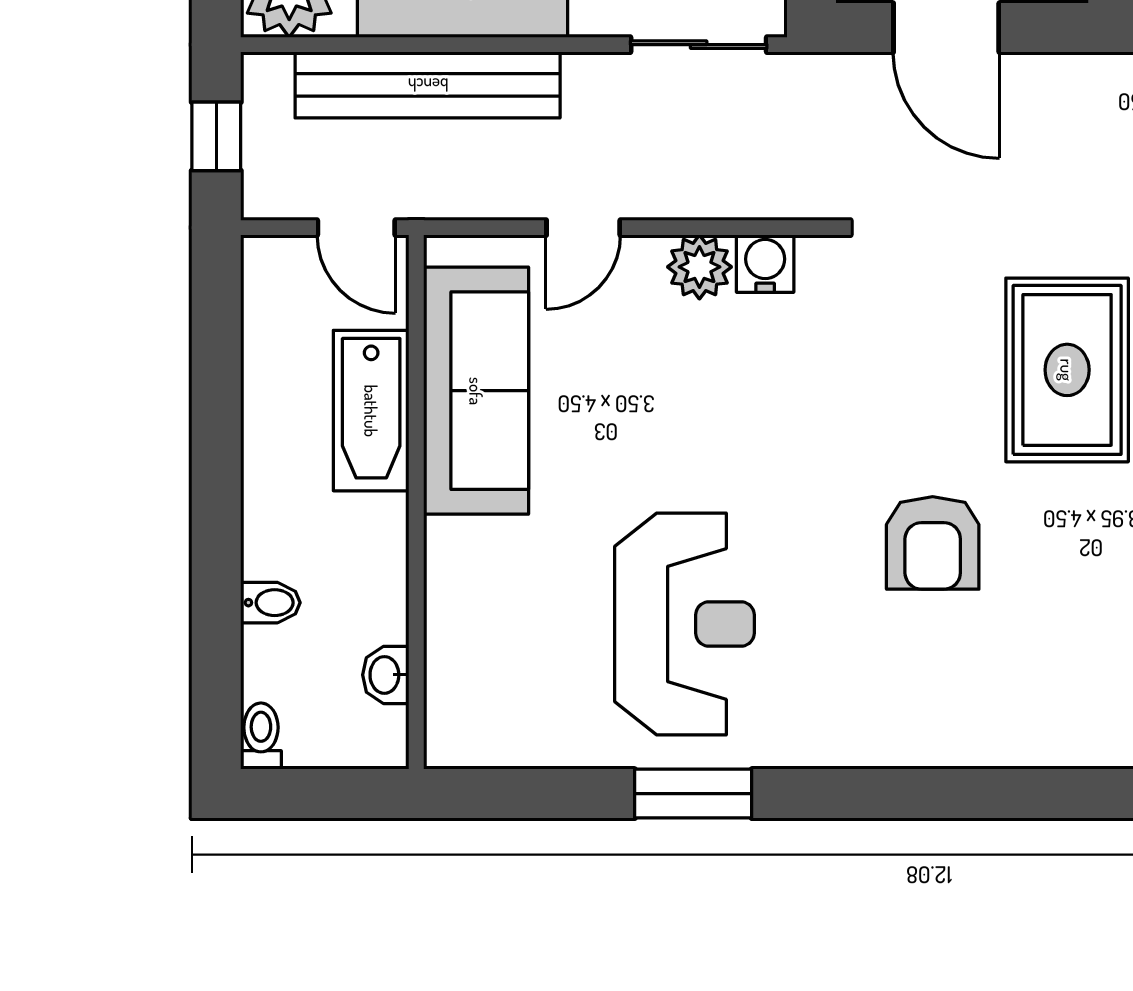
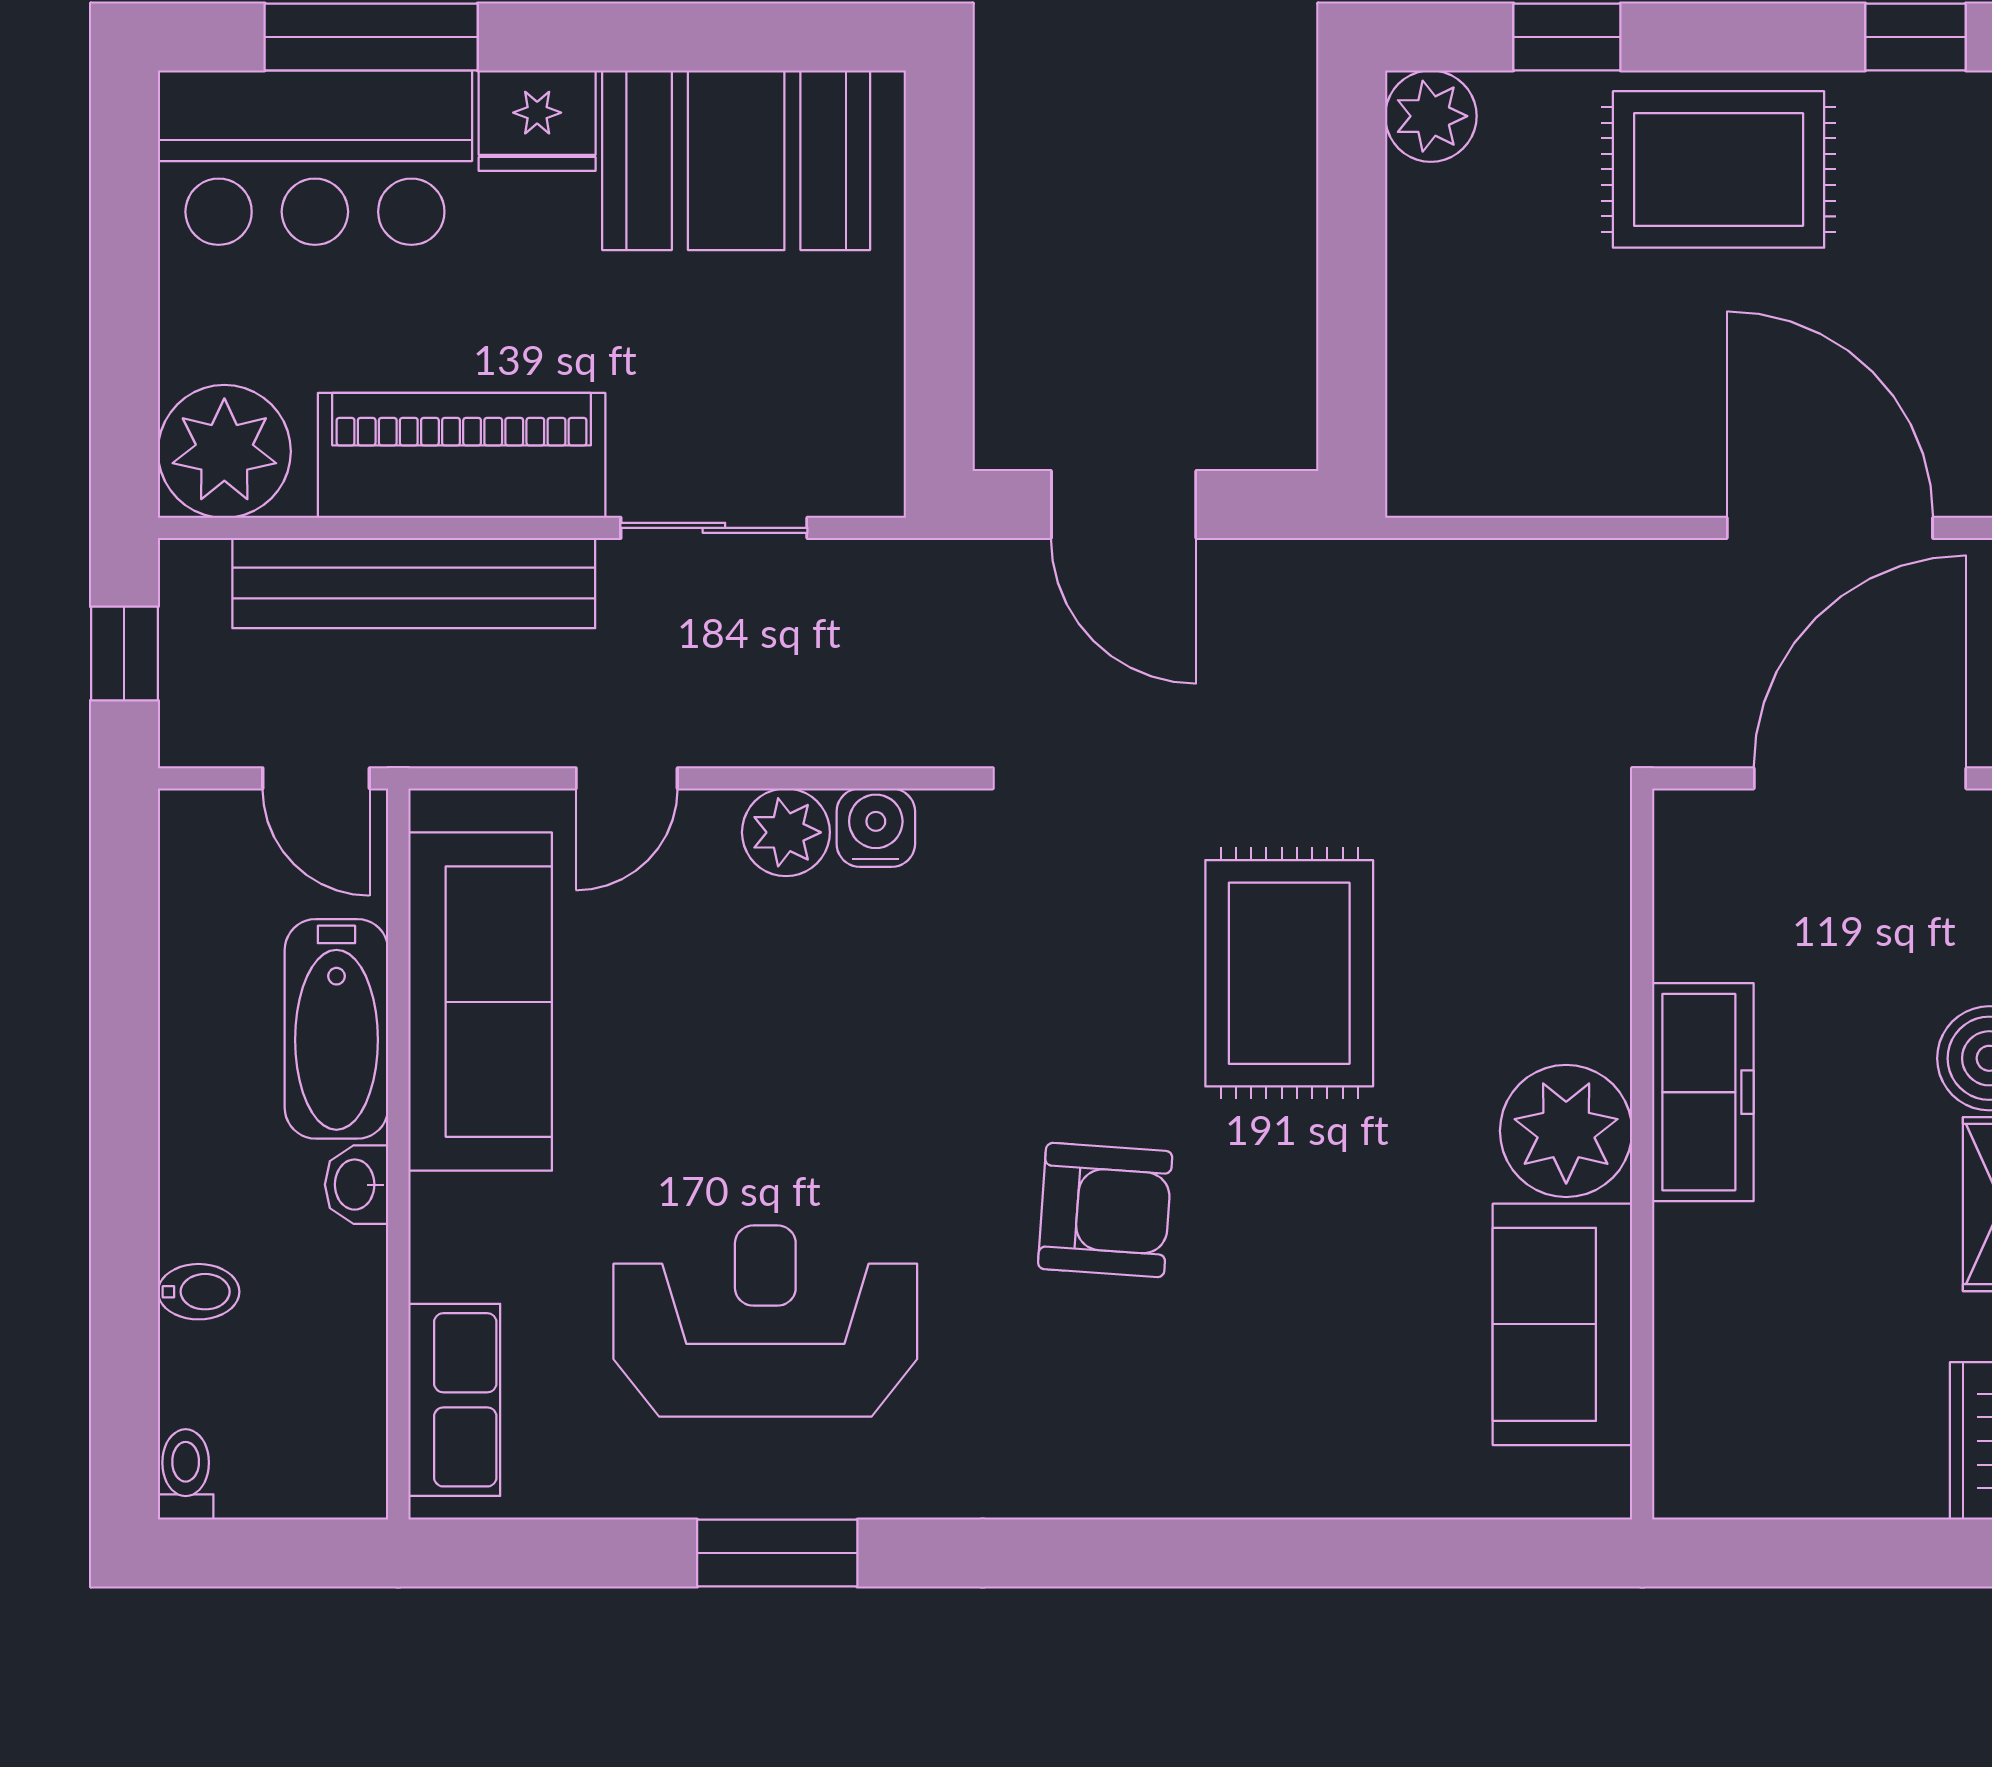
sliding door: (699, 45) -> (714, 528), moved
armchair: (933, 543) -> (1105, 1210), turned -86
reception desk: (684, 624) -> (765, 1321), turned -90
washbasin: (386, 675) -> (357, 1185), moved
row of seats: (457, 682) -> (454, 1400), added

